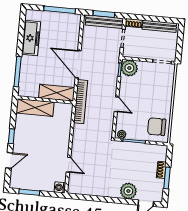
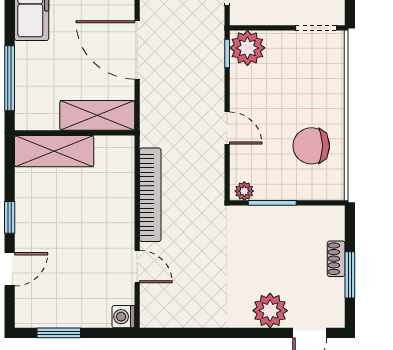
bookcase: (81, 102) -> (150, 195), moved
chair: (157, 127) -> (311, 146), moved

